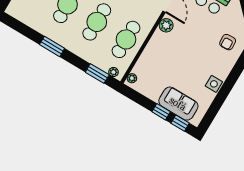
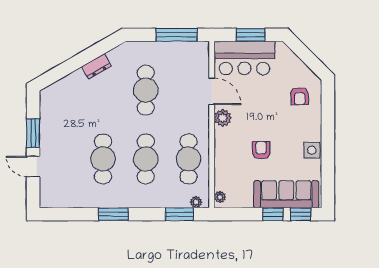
armchair: (179, 63) -> (261, 150), added
sofa: (178, 104) -> (286, 194), width x1.36

